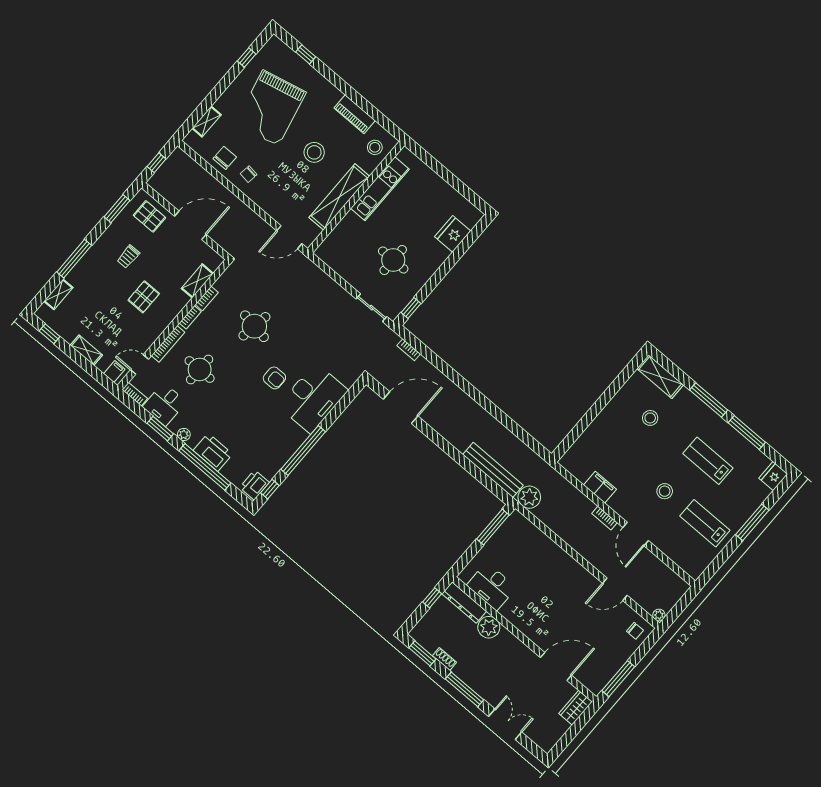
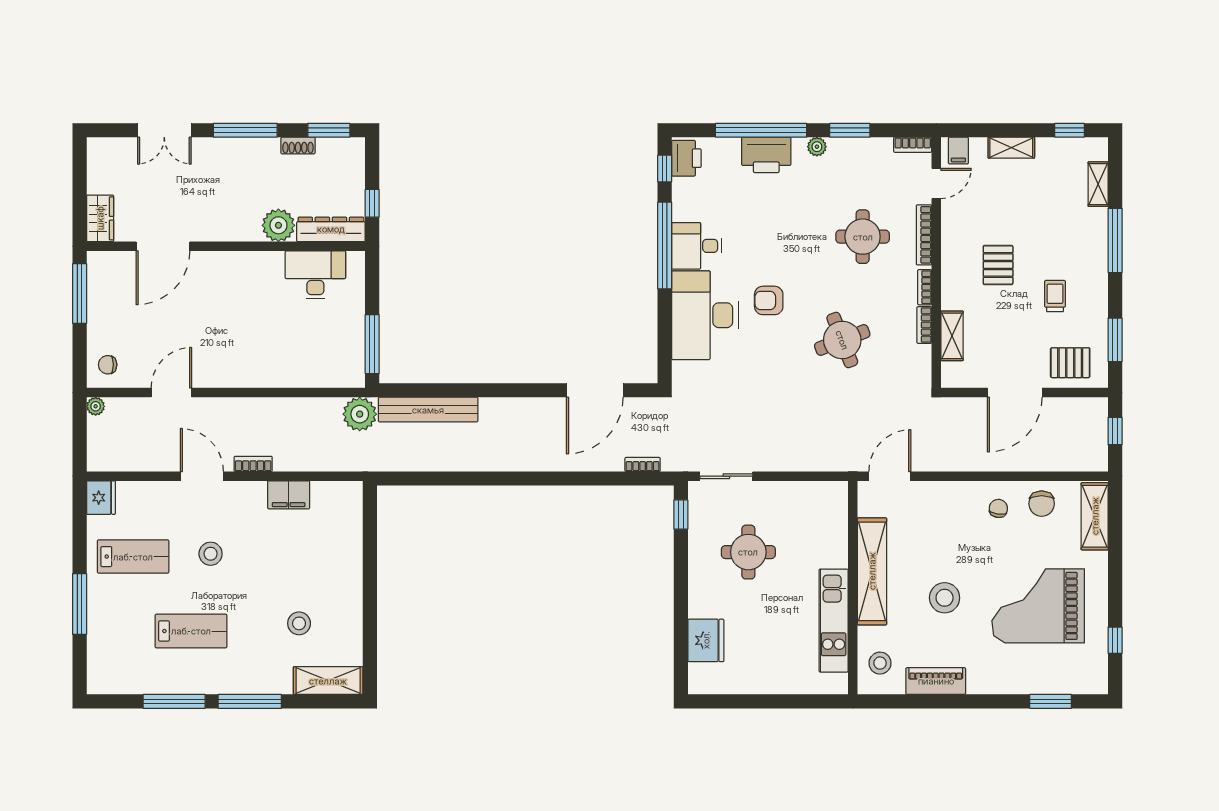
window: (306, 54) -> (1051, 701), width x1.50
grand piano: (271, 108) -> (1038, 606), turned -77
shelving: (207, 122) -> (1095, 516), width x1.50, depth x1.33
round table: (254, 326) -> (842, 340), turned -30
desk: (164, 404) -> (697, 246), moved, turned -90
fridge: (773, 476) -> (101, 498), moved

